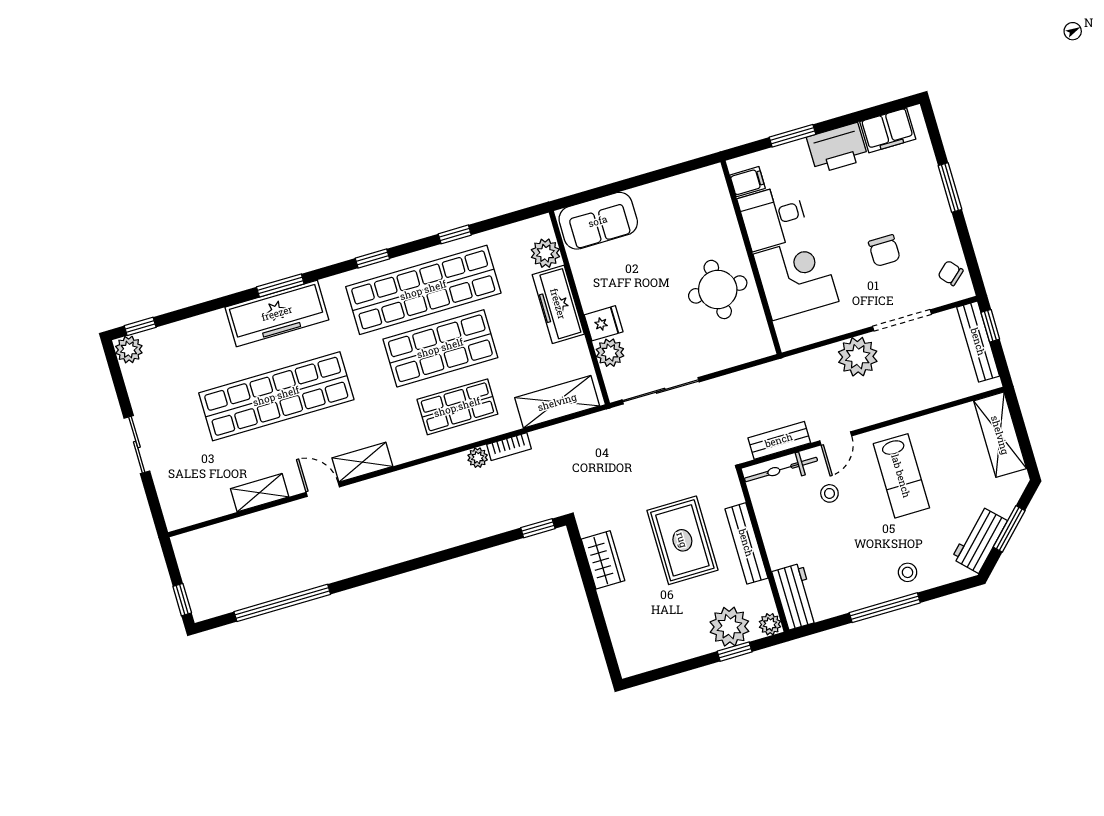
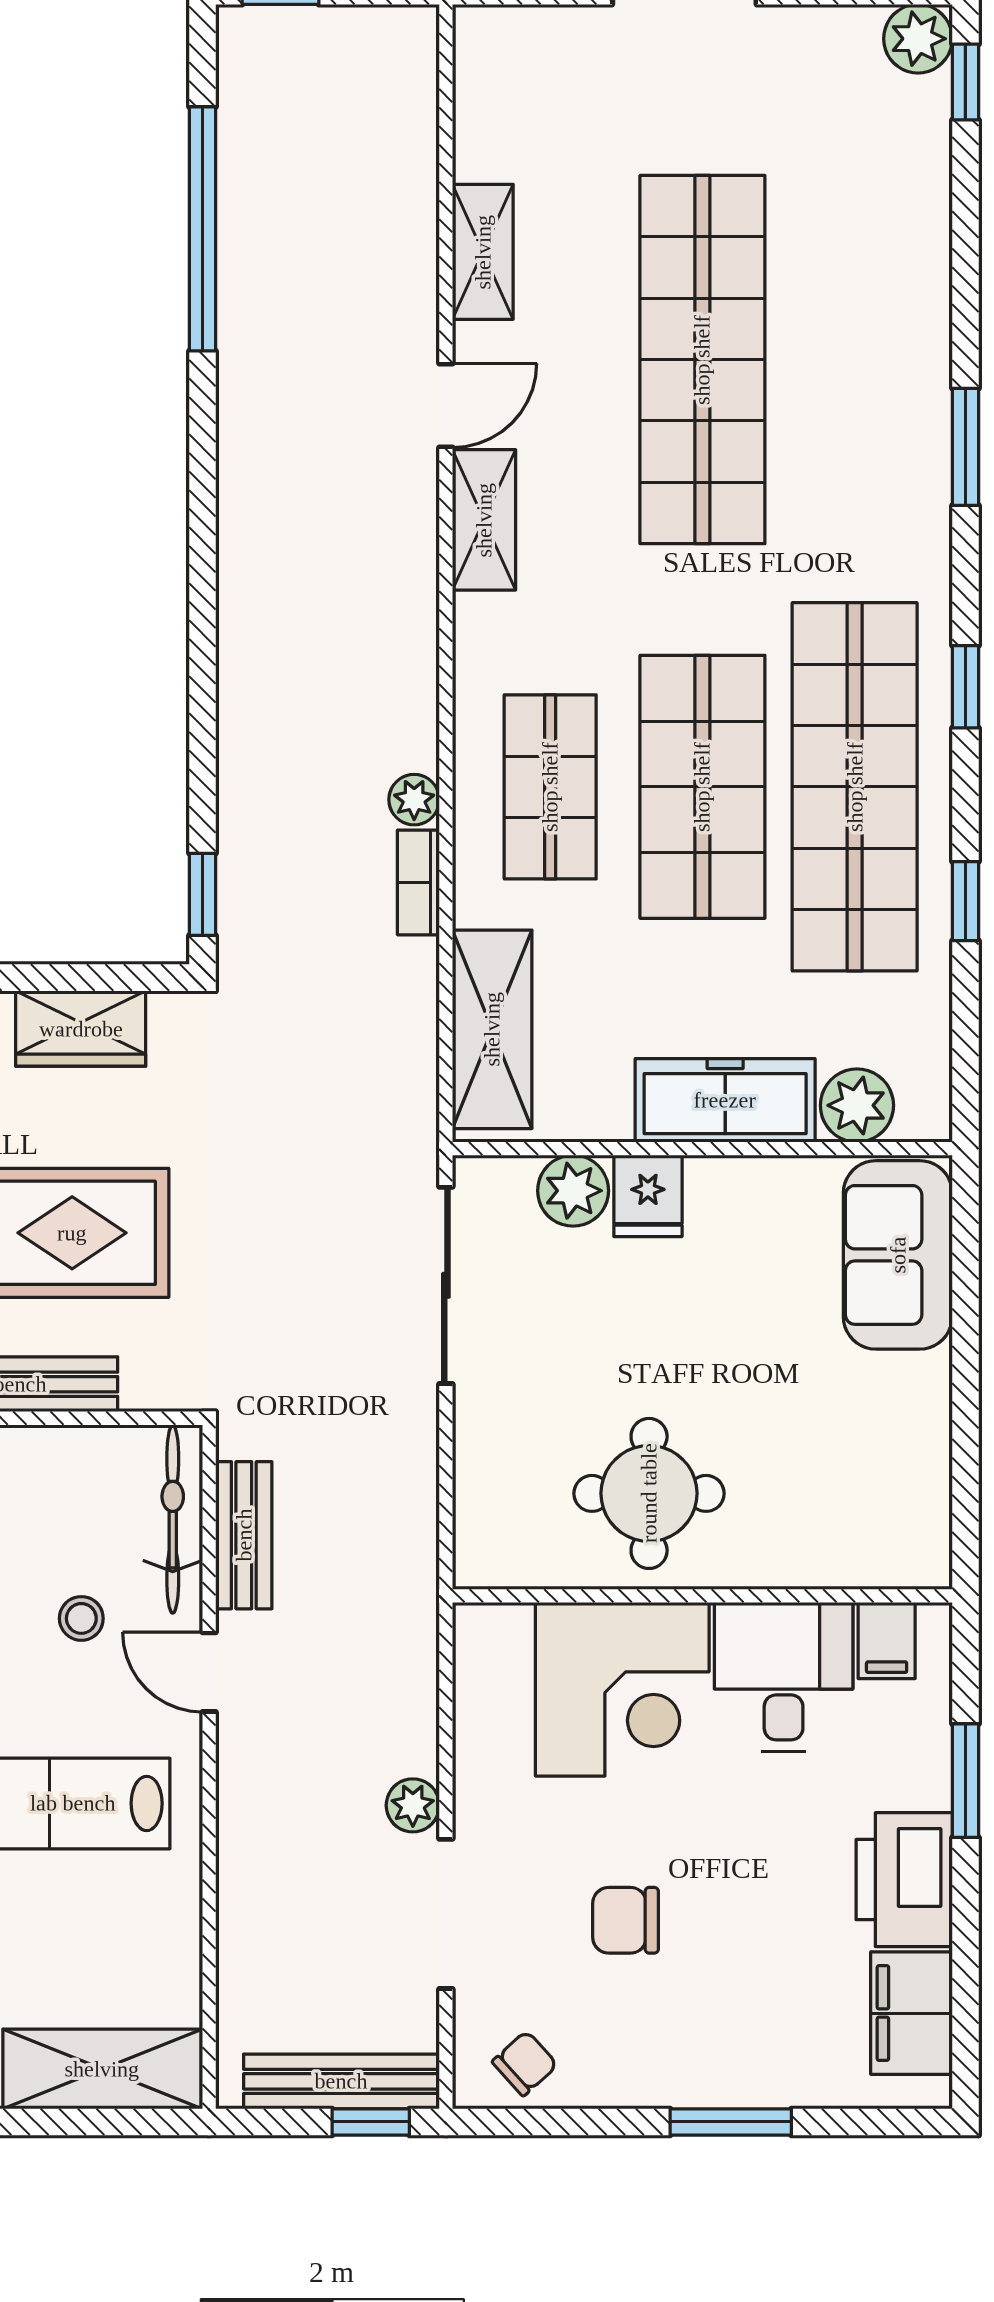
freezer: (277, 313) -> (901, 419), removed
plant: (858, 357) -> (413, 1805), width x0.53, depth x0.53

